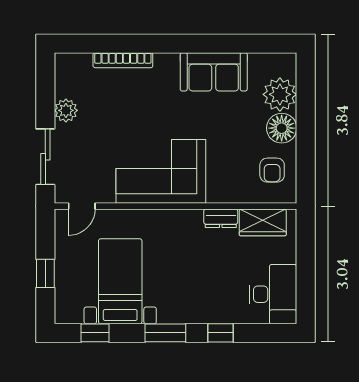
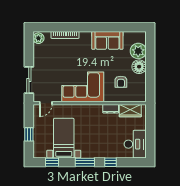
plant: (66, 110) -> (38, 38), moved
armchair: (272, 170) -> (121, 82), moved

